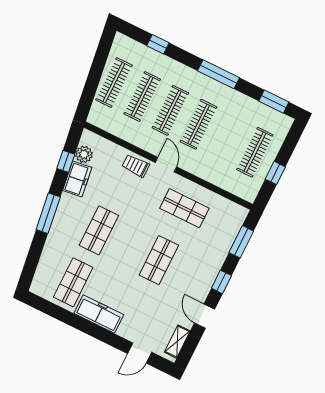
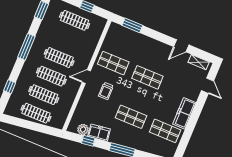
trolley: (136, 166) -> (106, 91), moved
shop shelf: (184, 208) -> (113, 63), turned 90
window: (221, 282) -> (159, 36), removed

